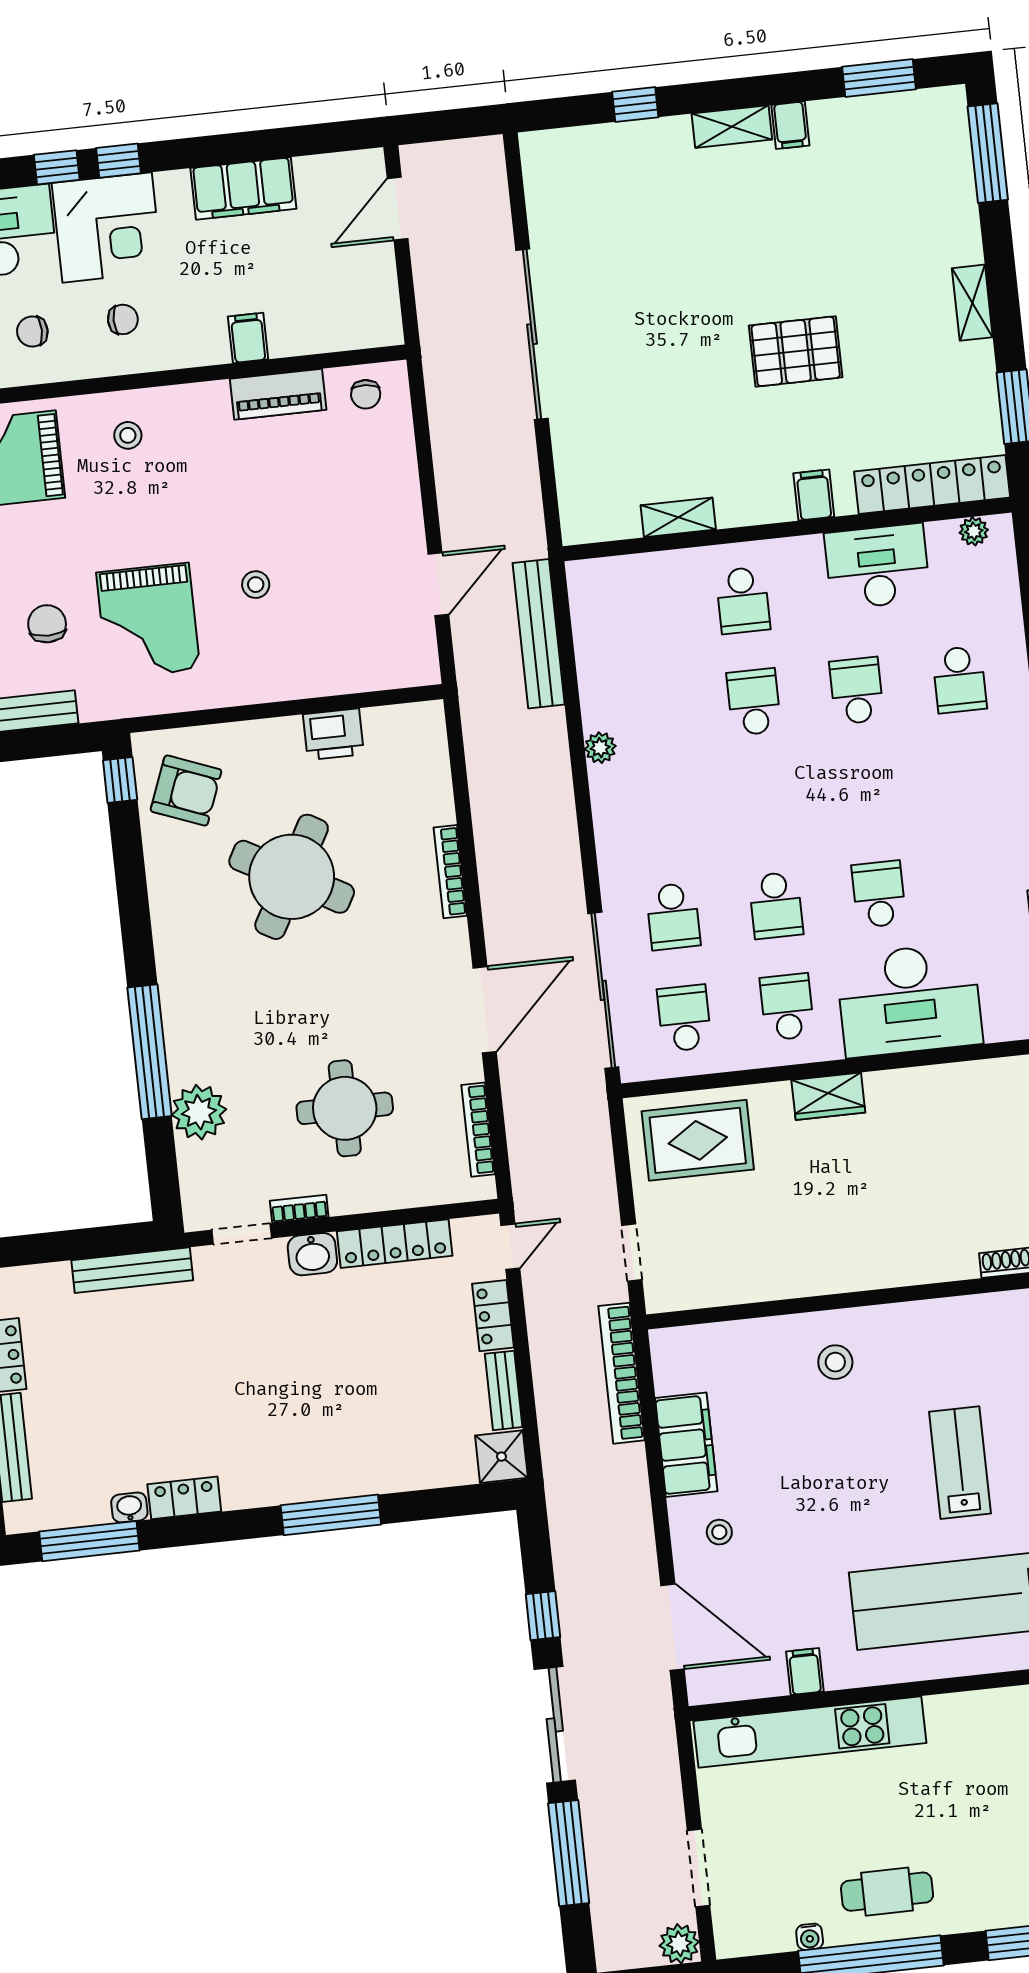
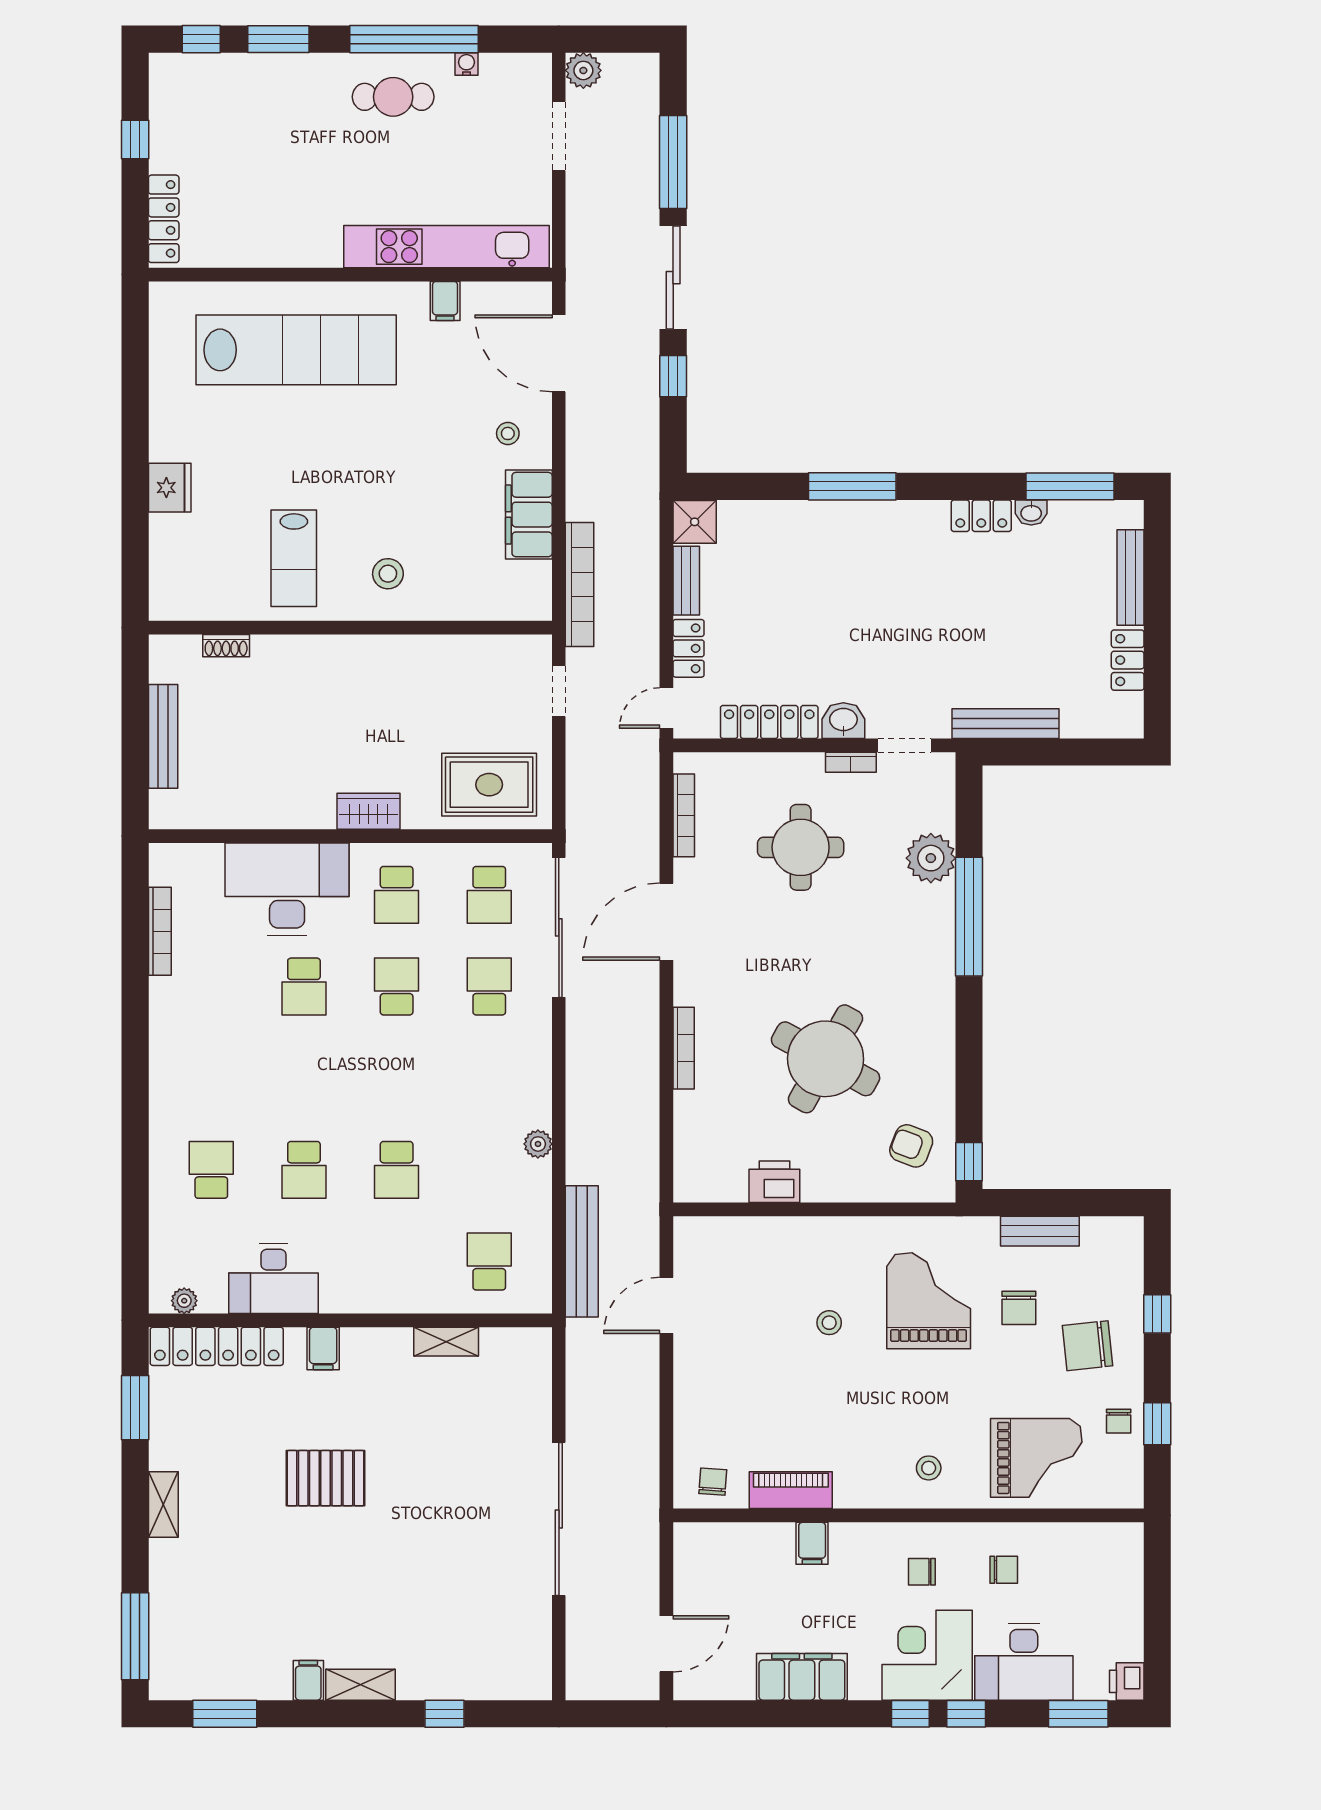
school desk: (743, 600) -> (489, 1262), moved
armchair: (186, 791) -> (911, 1146), width x0.72, depth x0.72
lab bench: (960, 1463) -> (294, 558), moved

